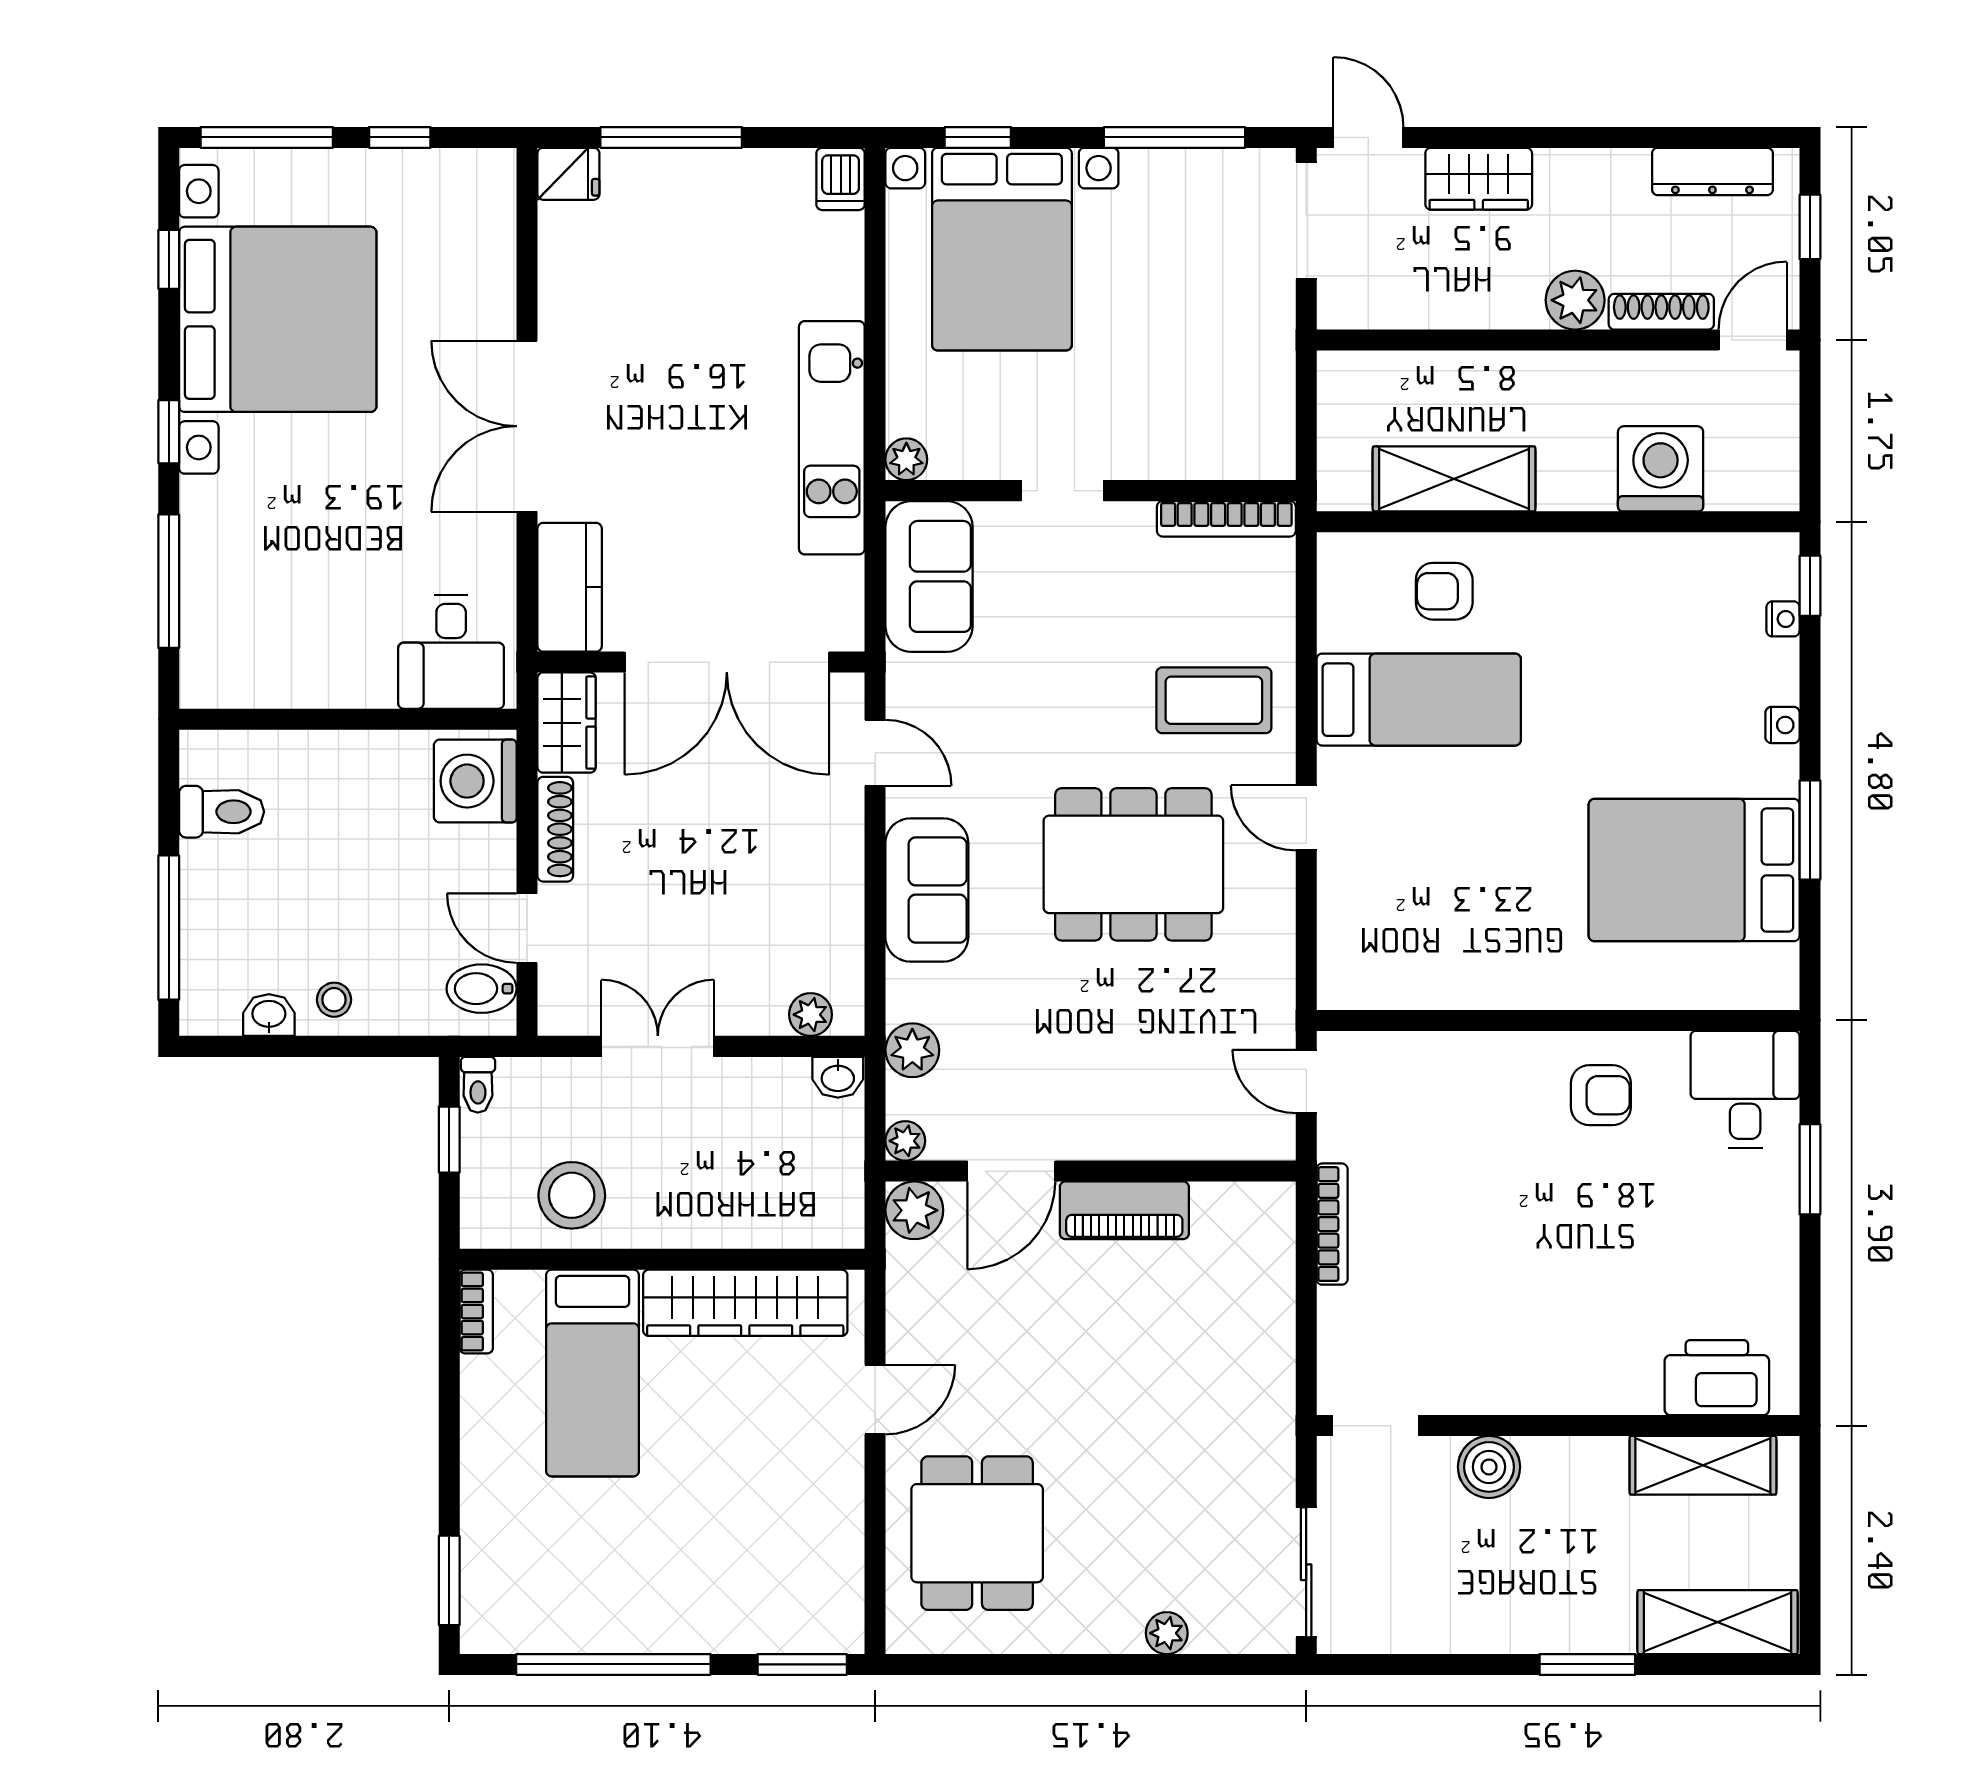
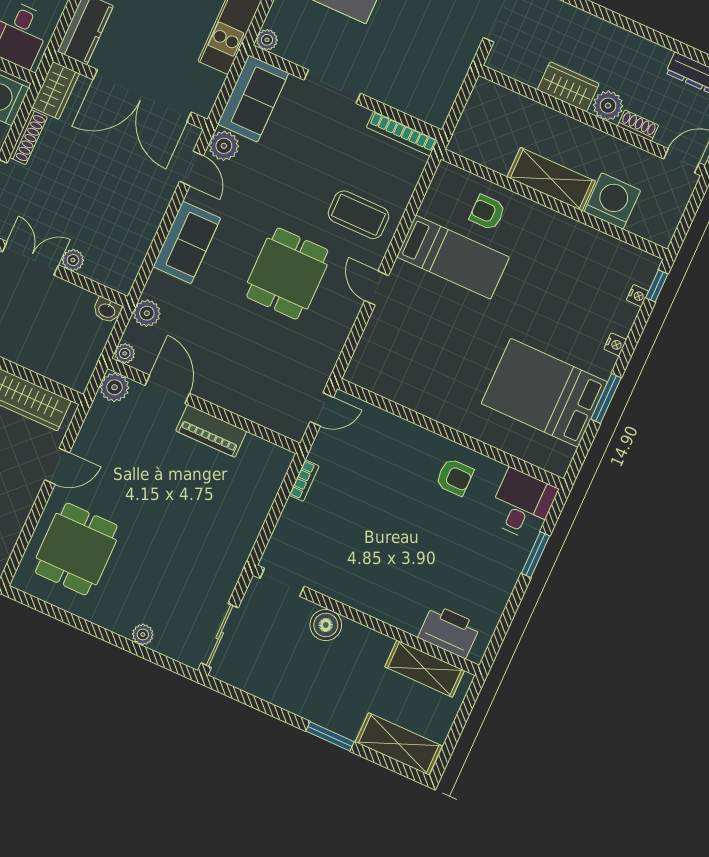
wardrobe: (1479, 179) -> (568, 87), moved, turned 180
shoe rack: (1661, 312) -> (638, 126), width x0.70
shelving: (1454, 479) -> (551, 179), moved
doorway: (1062, 491) -> (332, 87), width x1.38
plant: (915, 686) -> (224, 146), added
dining table: (1133, 864) -> (287, 274), width x0.73
plant: (811, 1015) -> (73, 260), moved
door: (1306, 1082) -> (322, 409), swing flipped
door: (1011, 1171) -> (167, 389), swing flipped
bookcase: (1332, 1224) -> (304, 481), width x0.64

